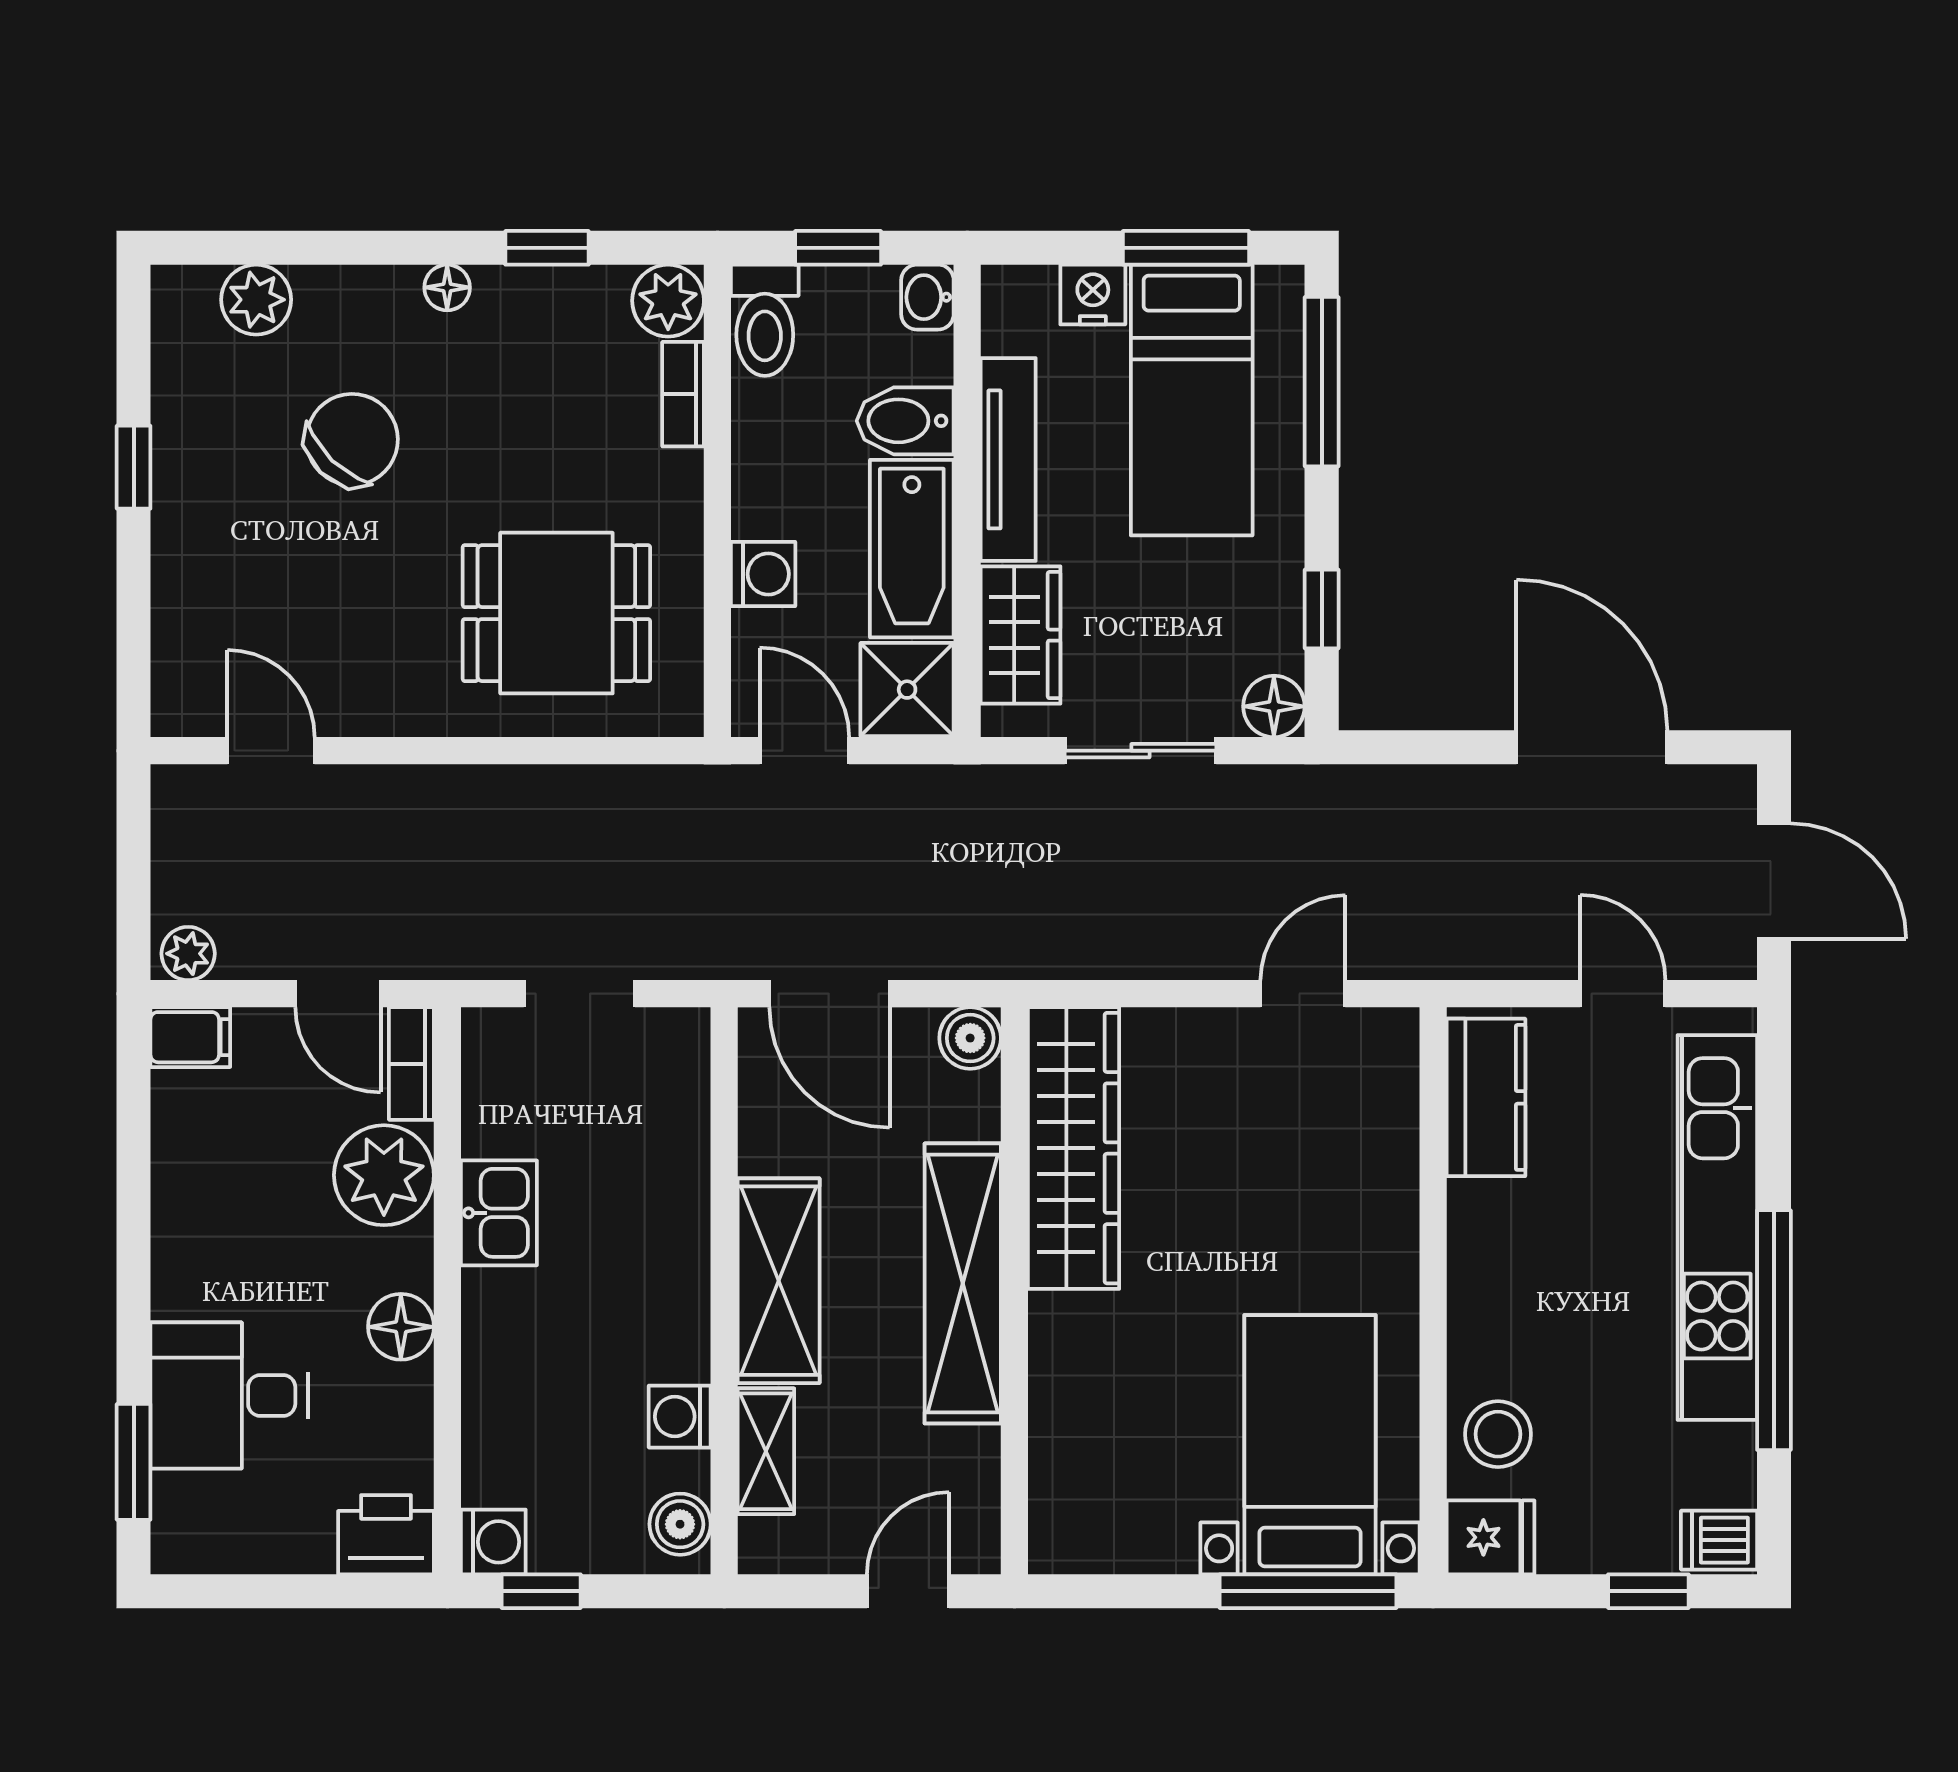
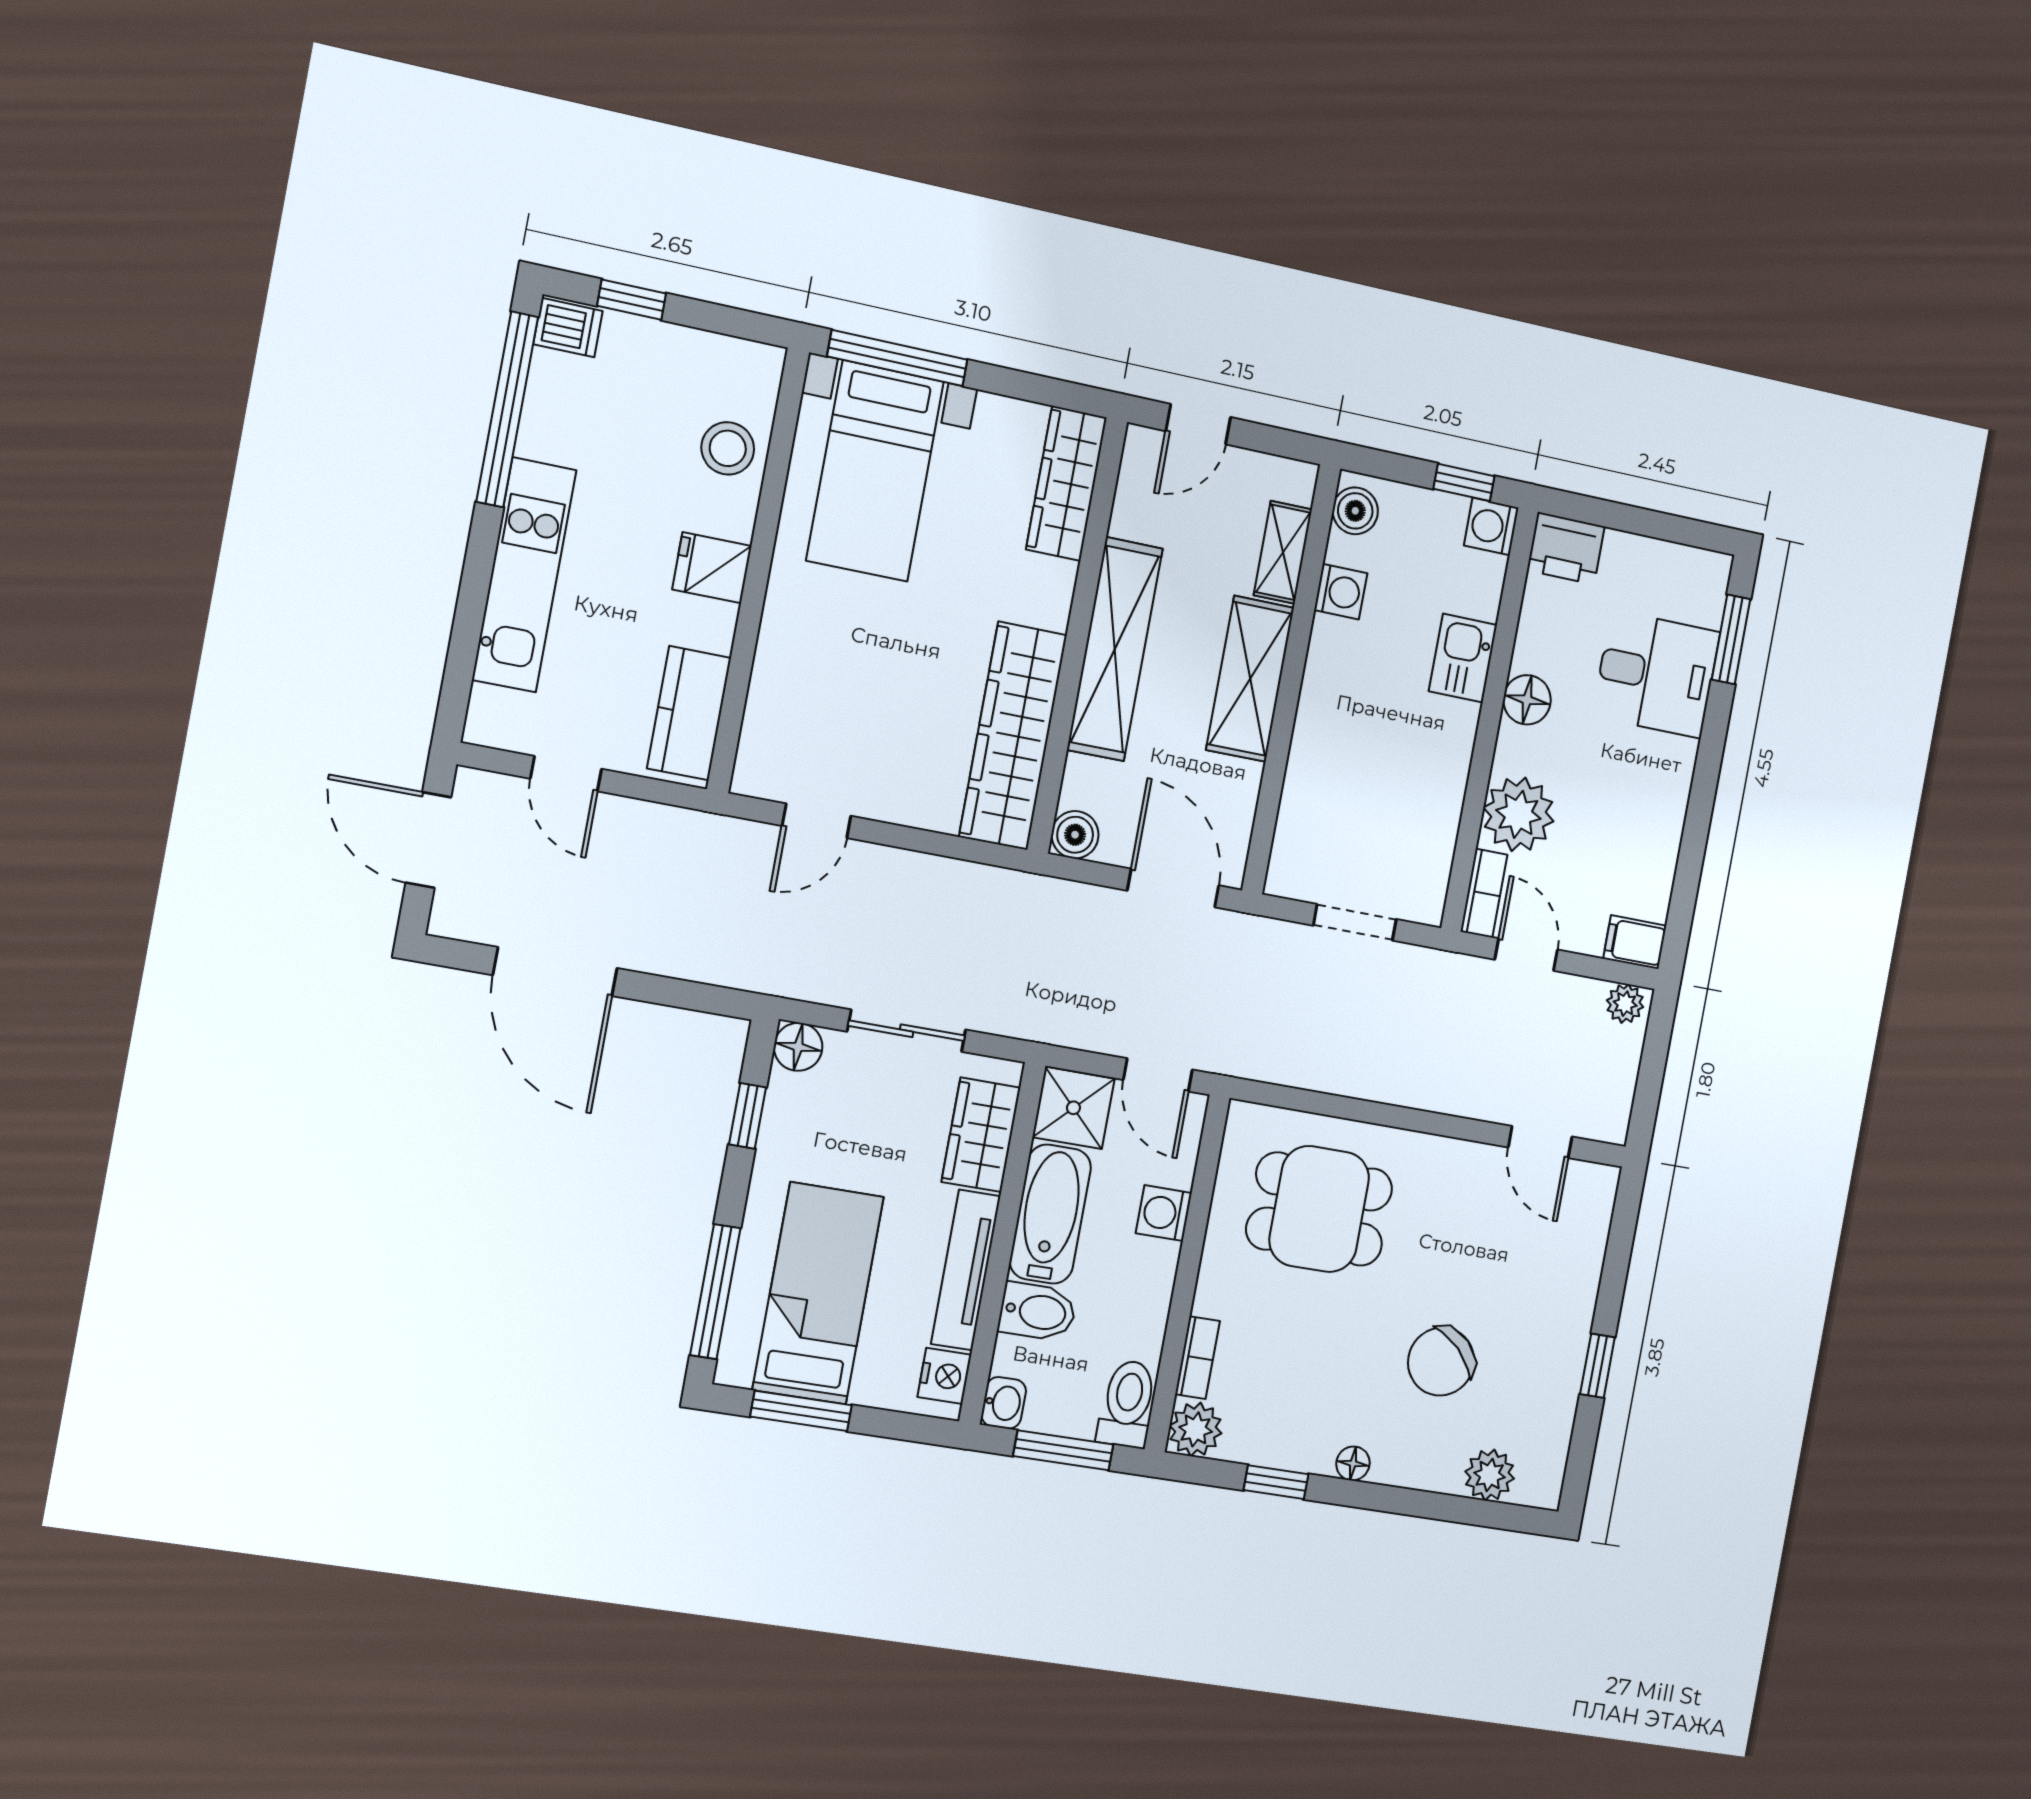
window: (838, 248) -> (1063, 1450), width x1.50
nightstand: (1093, 295) -> (944, 1376), moved, turned -90
kitchen sink: (499, 1213) -> (1463, 658), moved
kitchen unit: (1717, 1228) -> (524, 575), width x0.73
window: (1774, 1330) -> (507, 409), moved
wardrobe: (1064, 1480) -> (1066, 483), added
fridge: (1491, 1537) -> (712, 568), moved

